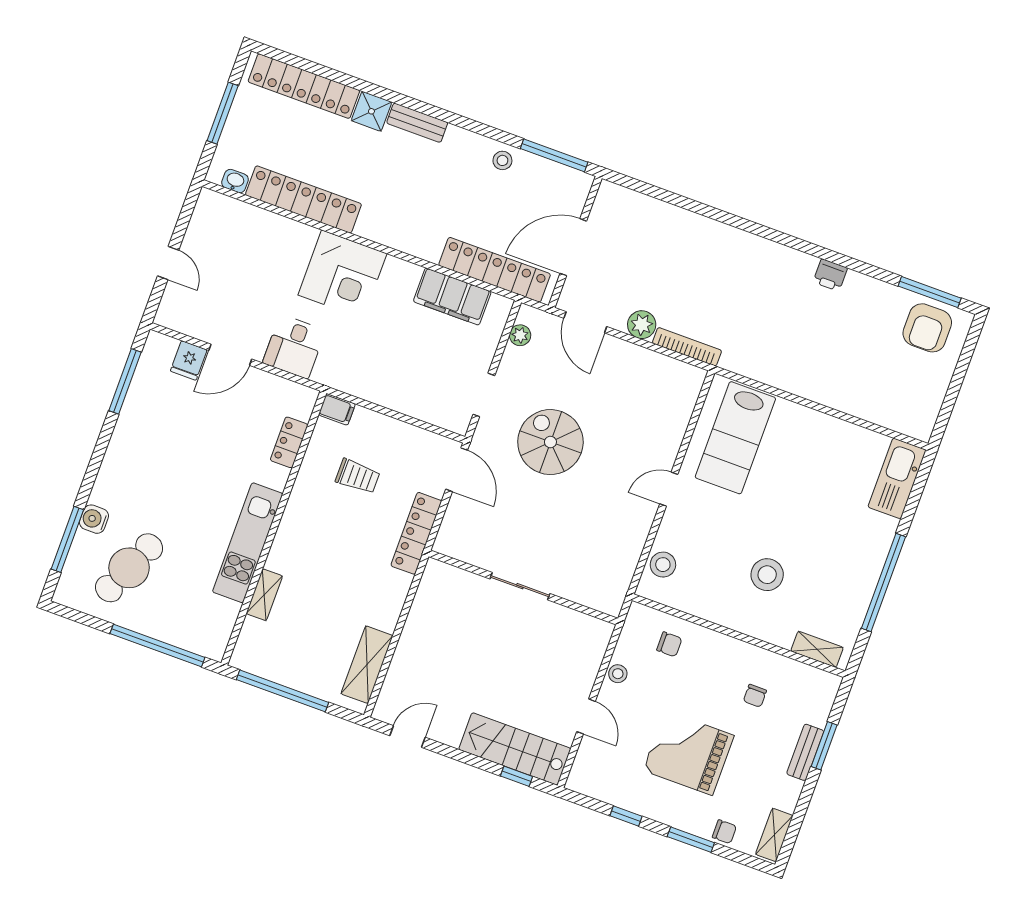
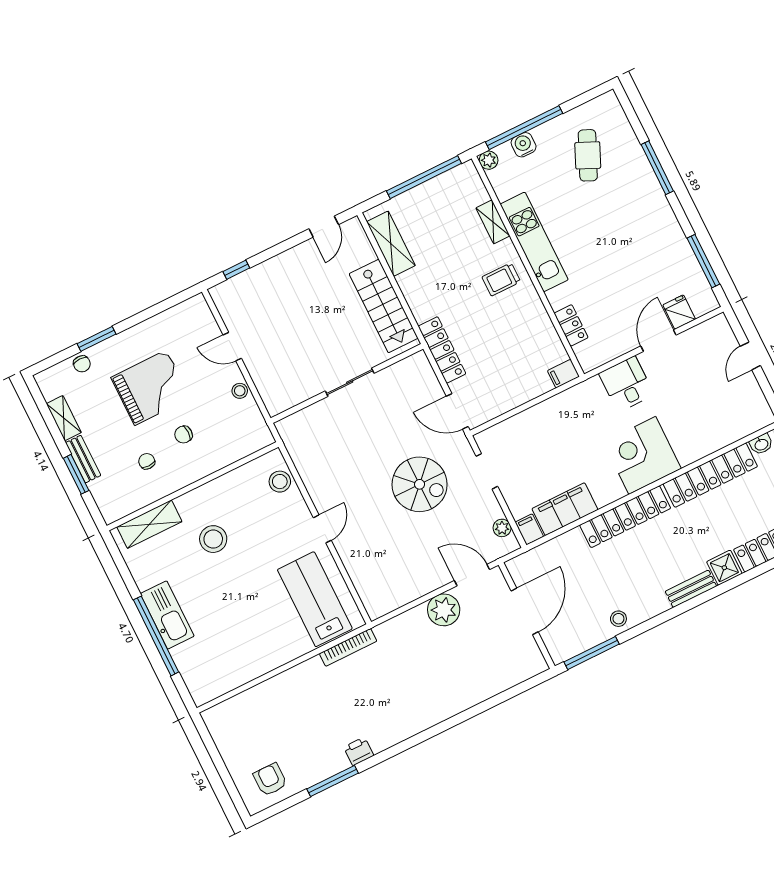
door: (168, 263) -> (750, 356), hinge flipped
locker: (495, 270) -> (625, 517), moved
window: (930, 292) -> (333, 781), moved
filing cabinet: (499, 311) -> (529, 529), added
plant: (642, 325) -> (444, 610), width x1.36, depth x1.36
armchair: (927, 328) -> (270, 780), width x0.72, depth x0.72
bookcase: (687, 347) -> (348, 647), moved
trolley: (358, 476) -> (501, 279), moved
kitchen sink: (897, 478) -> (167, 615), moved
water cooler: (94, 519) -> (524, 145), moved, turned -90
window: (67, 539) -> (657, 168), moved
cafe table: (129, 568) -> (588, 155), width x0.73, depth x0.74
window: (884, 582) -> (156, 636), moved
chair: (669, 644) -> (183, 435), moved
plant: (215, 649) -> (489, 160), added
shelving: (817, 649) -> (149, 524), width x1.50, depth x1.33
stairs: (515, 749) -> (384, 306), moved, turned 90
window: (626, 816) -> (148, 313), removed
chair: (724, 832) -> (82, 364), turned -90
shelving: (774, 835) -> (64, 418), moved

